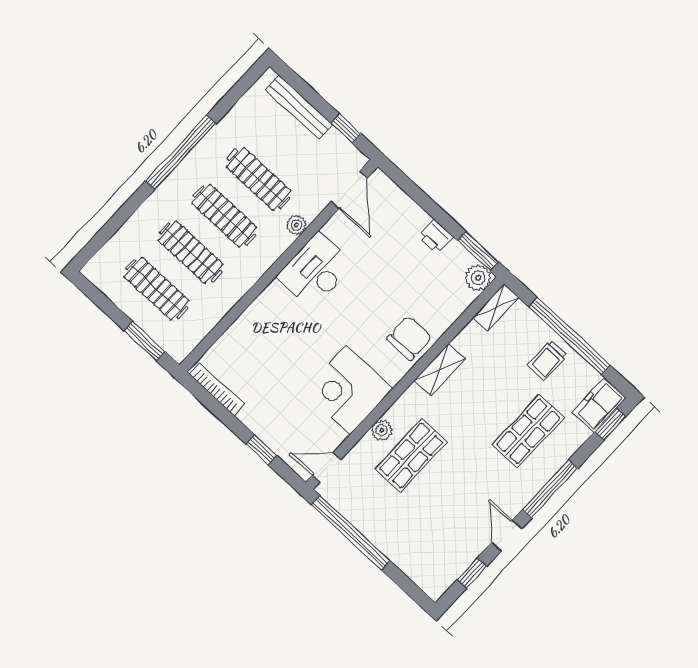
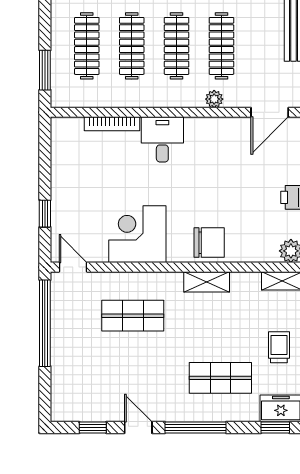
desk: (315, 271) -> (162, 139), moved, width x0.73
trolley: (548, 360) -> (279, 347), turned 90
bookcase: (217, 389) -> (112, 124), moved, turned 90
plant: (382, 430) -> (131, 281), removed
door: (507, 536) -> (138, 428), hinge flipped

